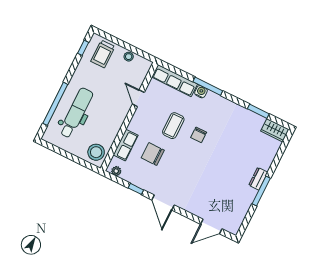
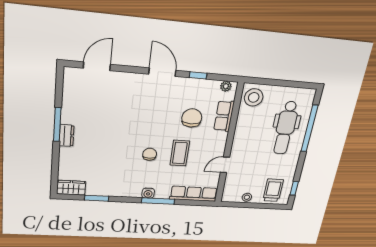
water cooler: (201, 92) -> (148, 193), moved
door: (138, 98) -> (225, 165), swing flipped
chair: (153, 154) -> (192, 118), turned -90

